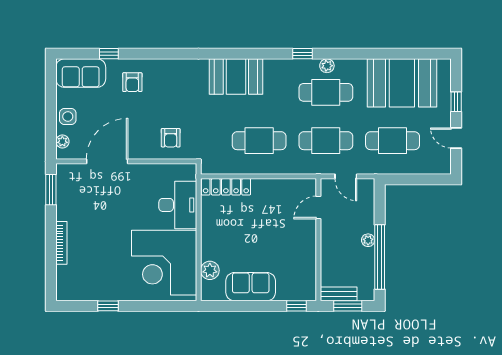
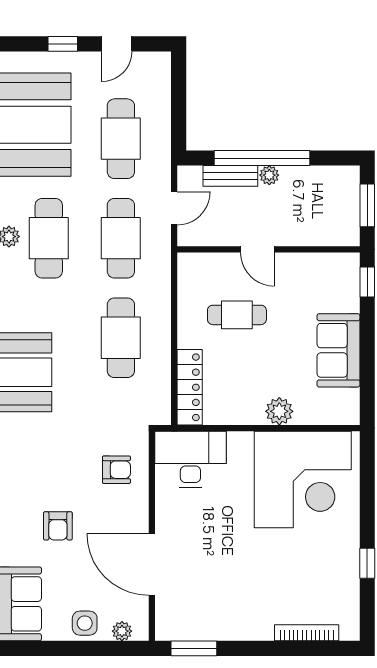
armchair: (132, 82) -> (58, 526), moved, turned 90
desk: (178, 205) -> (190, 459), moved
door: (318, 208) -> (257, 249), moved
cafe table: (274, 219) -> (237, 315), added
bookcase: (61, 243) -> (307, 633), moved
window: (380, 257) -> (262, 158), moved
plant: (210, 270) -> (279, 411), moved
bench: (339, 294) -> (230, 176), moved, turned 90

